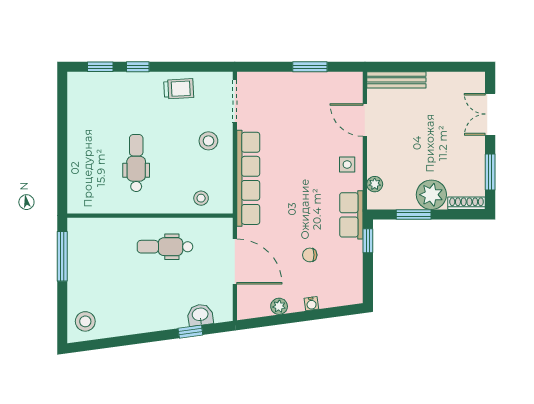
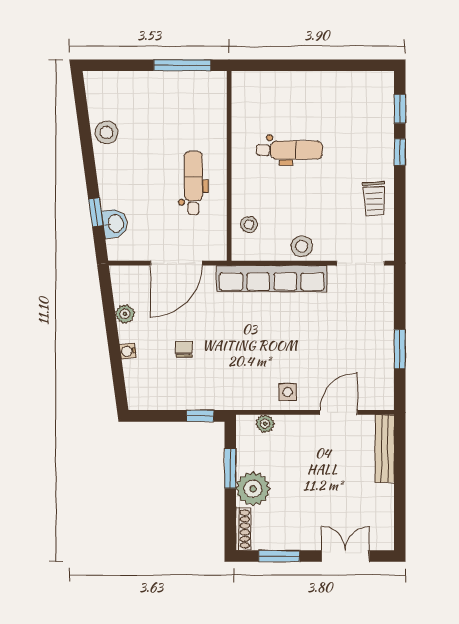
stool: (208, 141) -> (302, 246), moved
row of seats: (351, 215) -> (230, 397), removed
stool: (85, 321) -> (106, 132), moved

